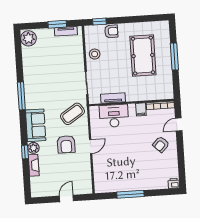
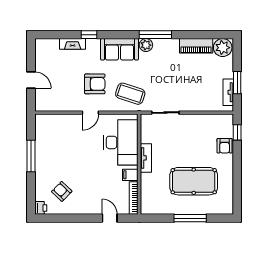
stool: (95, 54) -> (199, 124), removed
piano: (28, 61) -> (196, 46), added
tv unit: (113, 98) -> (146, 158), moved
coffee table: (72, 114) -> (130, 94), turned -39
desk: (114, 116) -> (121, 142), width x1.36, depth x1.30
armchair: (66, 144) -> (95, 84), turned 180
armchair: (161, 144) -> (62, 191), moved
door: (91, 147) -> (90, 113), hinge flipped
plant: (33, 148) -> (146, 45), moved

